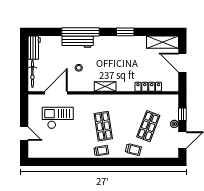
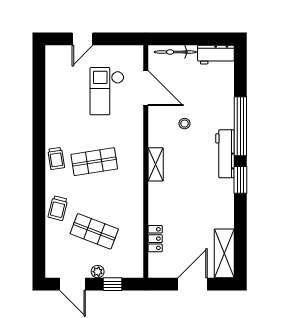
window: (125, 32) -> (240, 180), moved
workbench: (78, 42) -> (225, 154), moved
locker: (148, 87) -> (155, 239), width x0.66
checkout: (58, 118) -> (107, 91), turned 180

